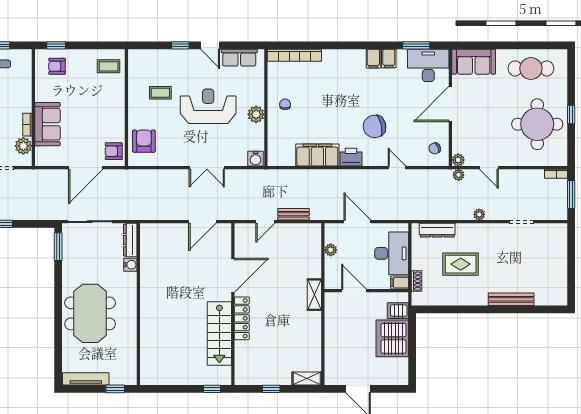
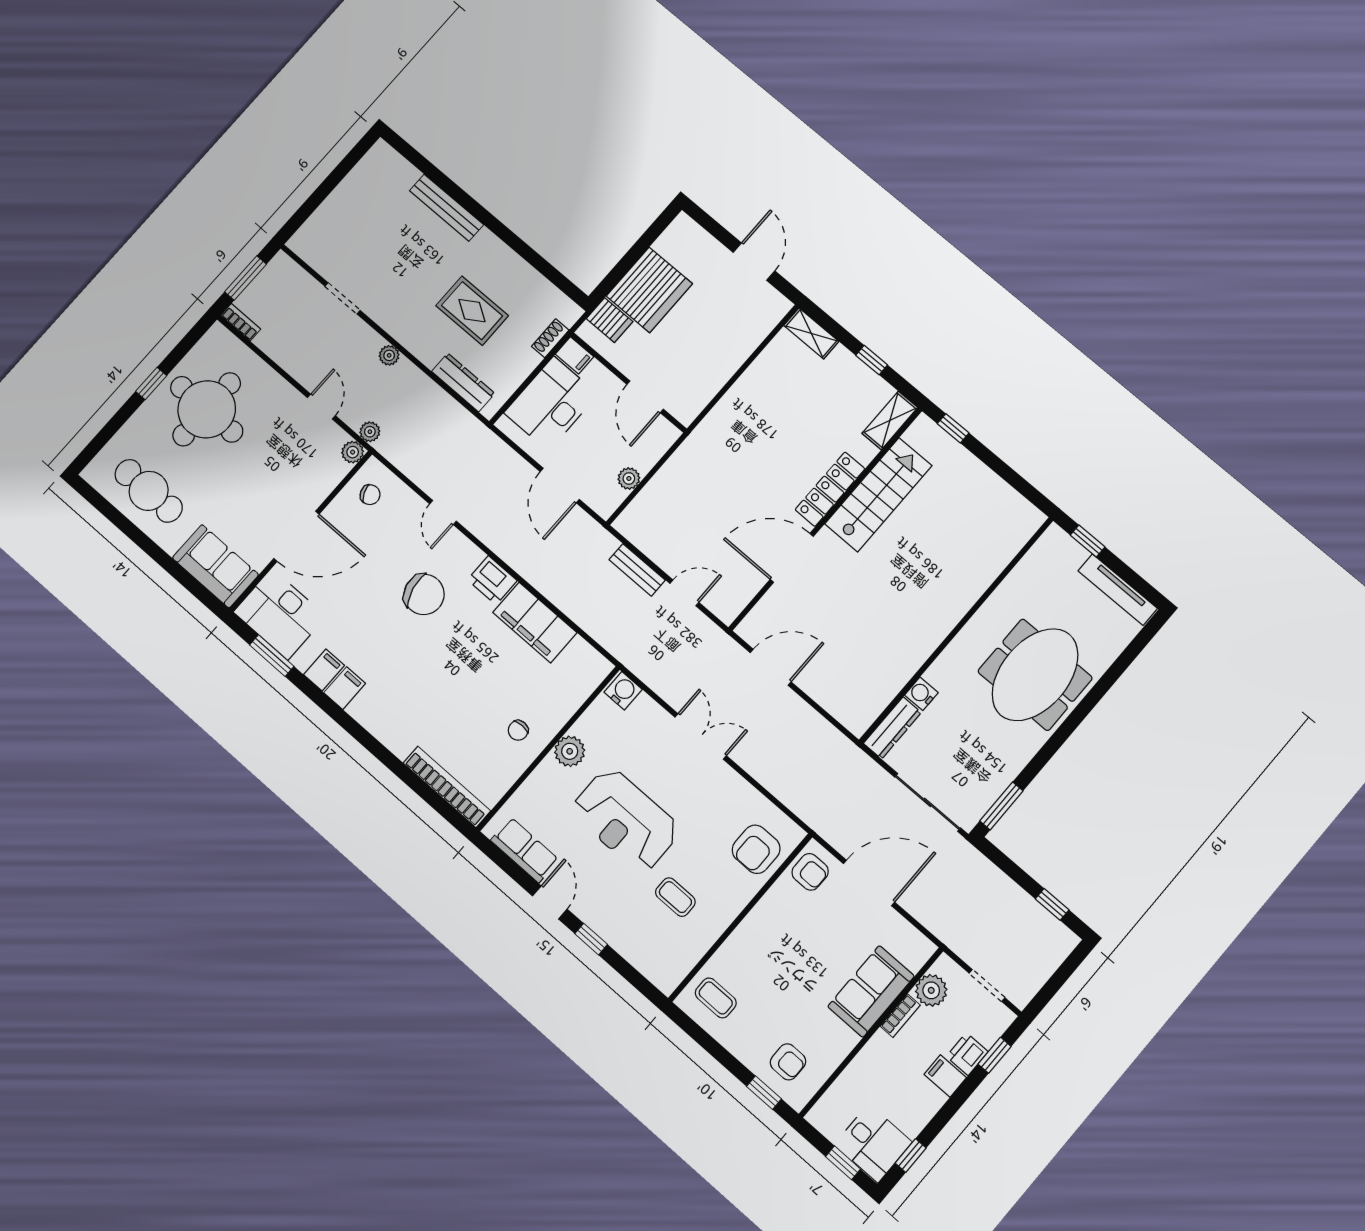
shelving: (314, 295) -> (890, 420), moved

